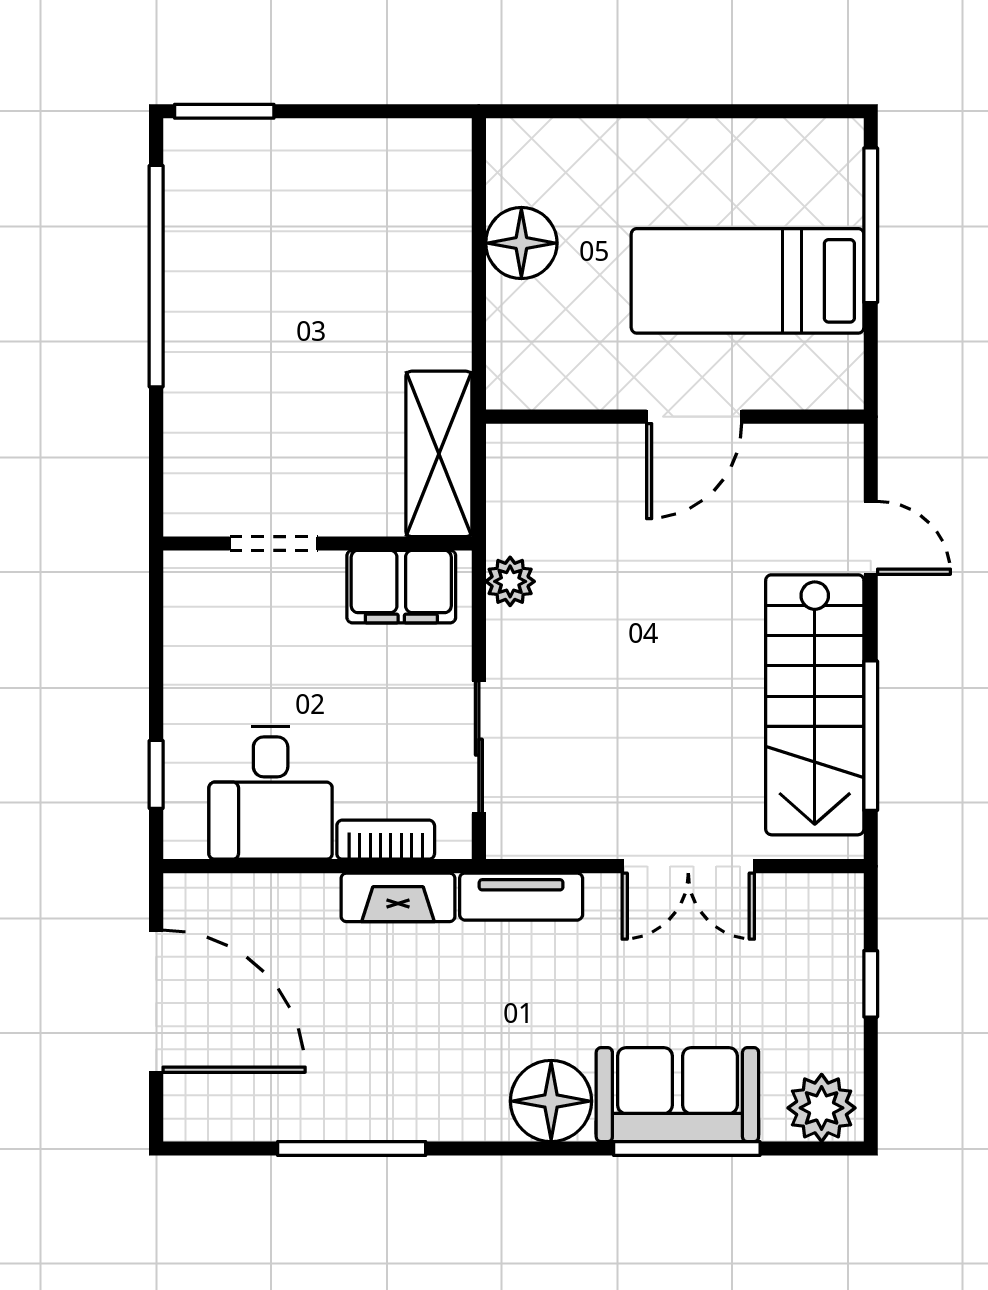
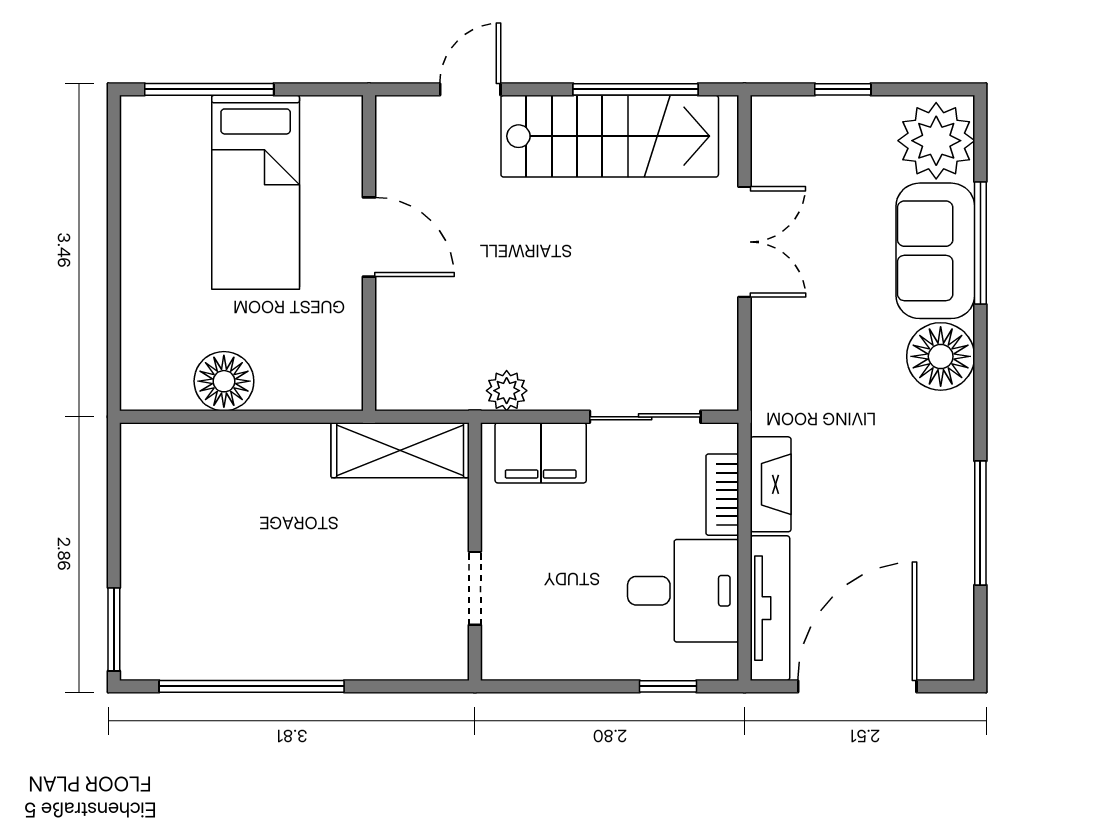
filing cabinet: (401, 587) -> (541, 453), moved, turned 90
tv unit: (521, 897) -> (770, 608), moved, width x1.41
plant: (822, 1108) -> (936, 141), width x1.36, depth x1.36

